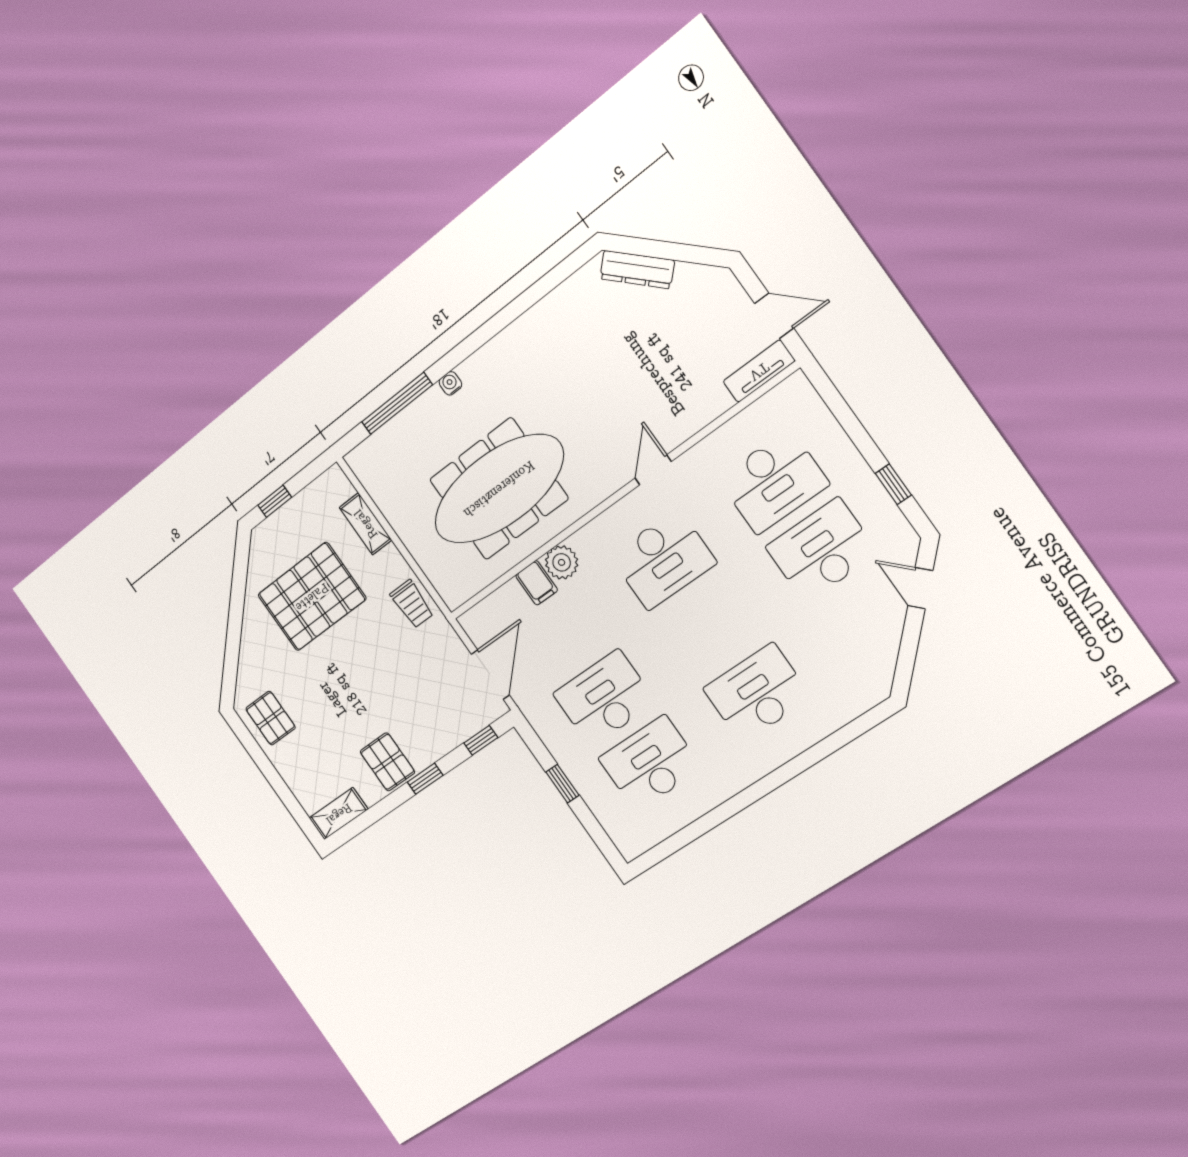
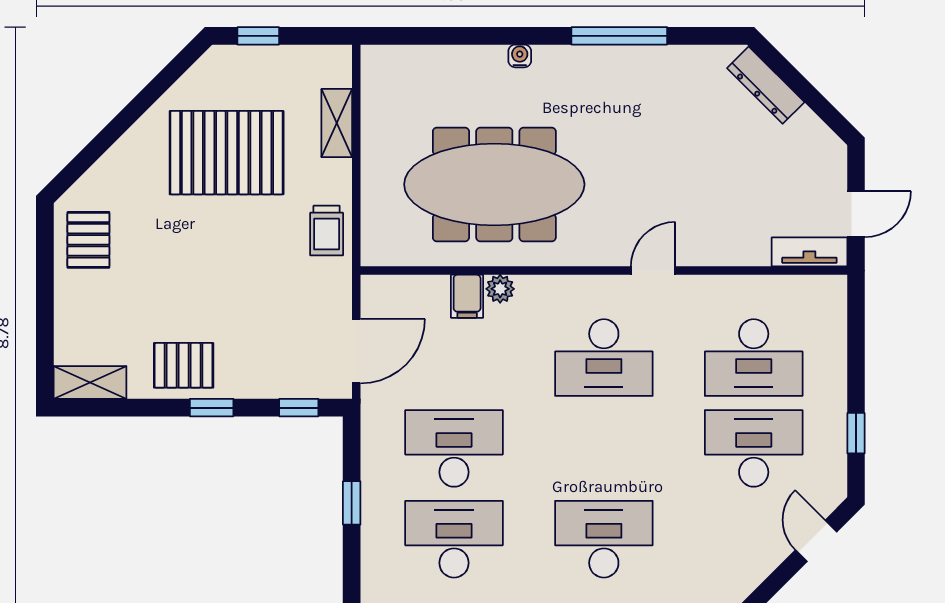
door: (774, 316) -> (856, 214), hinge flipped
window: (397, 403) -> (619, 36), moved
plant: (562, 562) -> (500, 289), width x0.73, depth x0.73
pallet: (387, 762) -> (184, 365), turned 90

